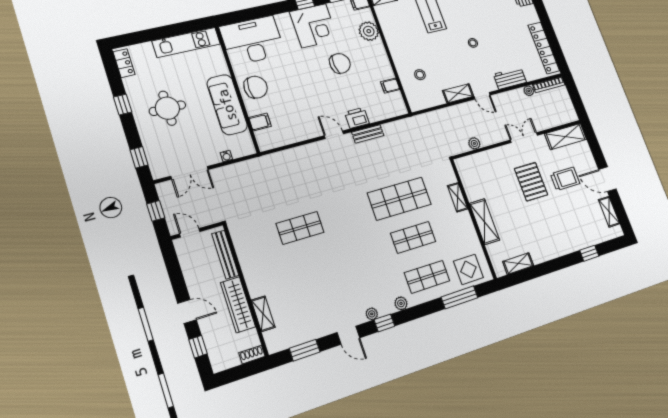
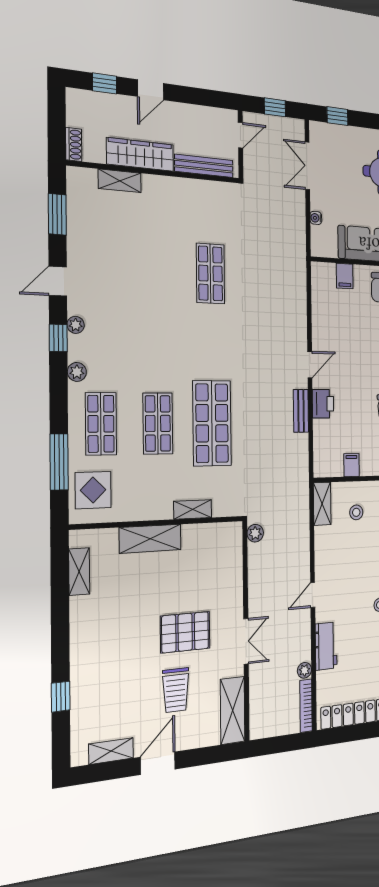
shelving: (458, 93) -> (322, 504), moved
plant: (474, 143) -> (255, 533), moved

